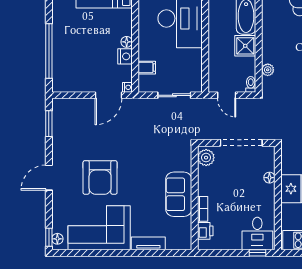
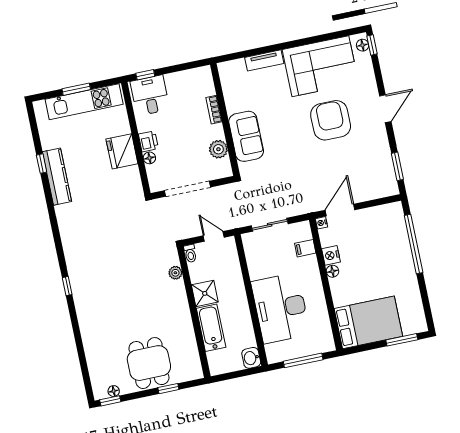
plant: (206, 158) -> (218, 149), moved
sofa: (179, 194) -> (246, 136), moved
printer: (205, 231) -> (148, 141), moved, turned 180

